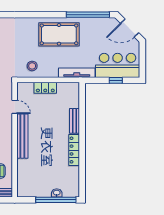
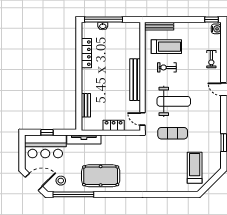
stool: (32, 66) -> (61, 181), moved
door: (15, 107) -> (143, 119), moved
bench: (75, 121) -> (86, 105), moved
locker: (74, 150) -> (86, 53), moved

